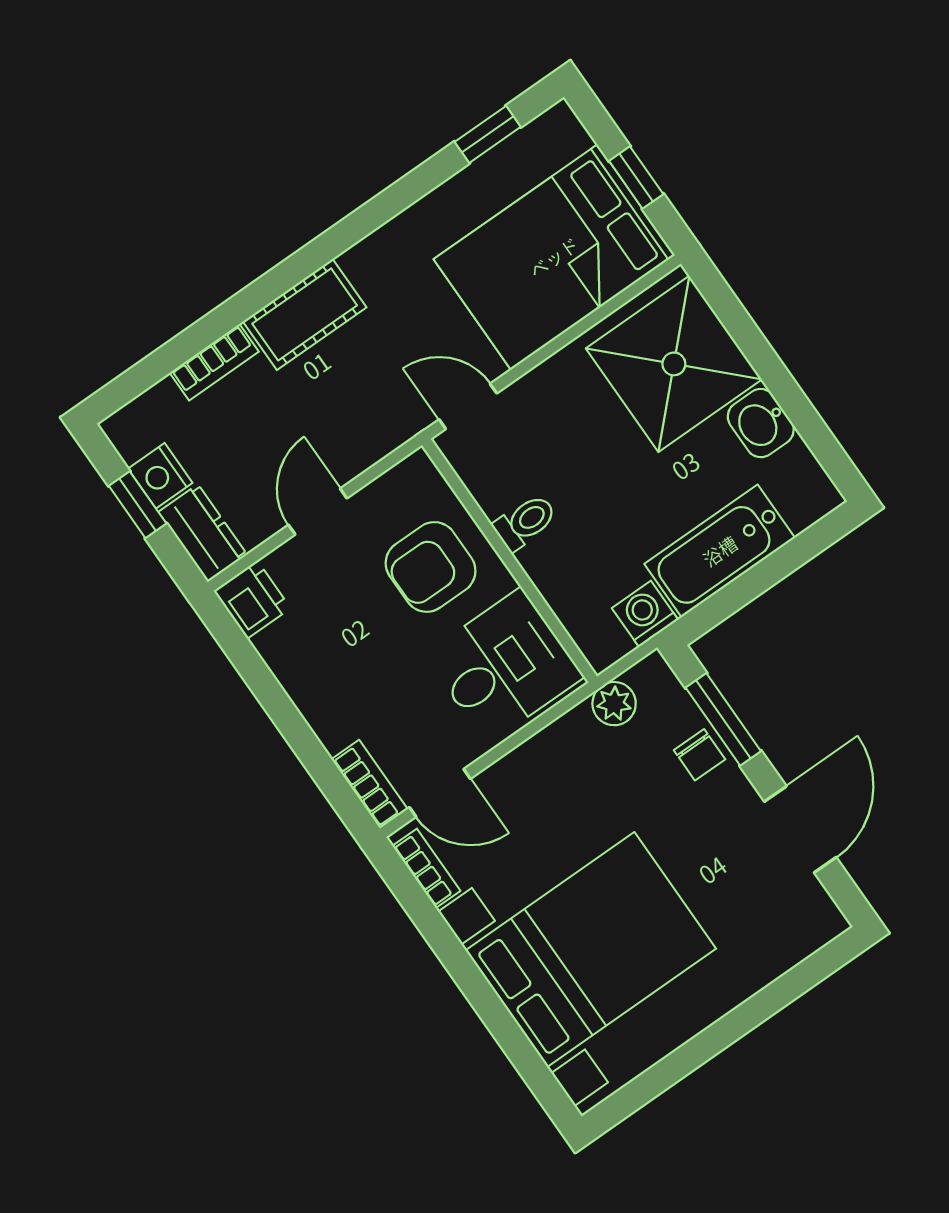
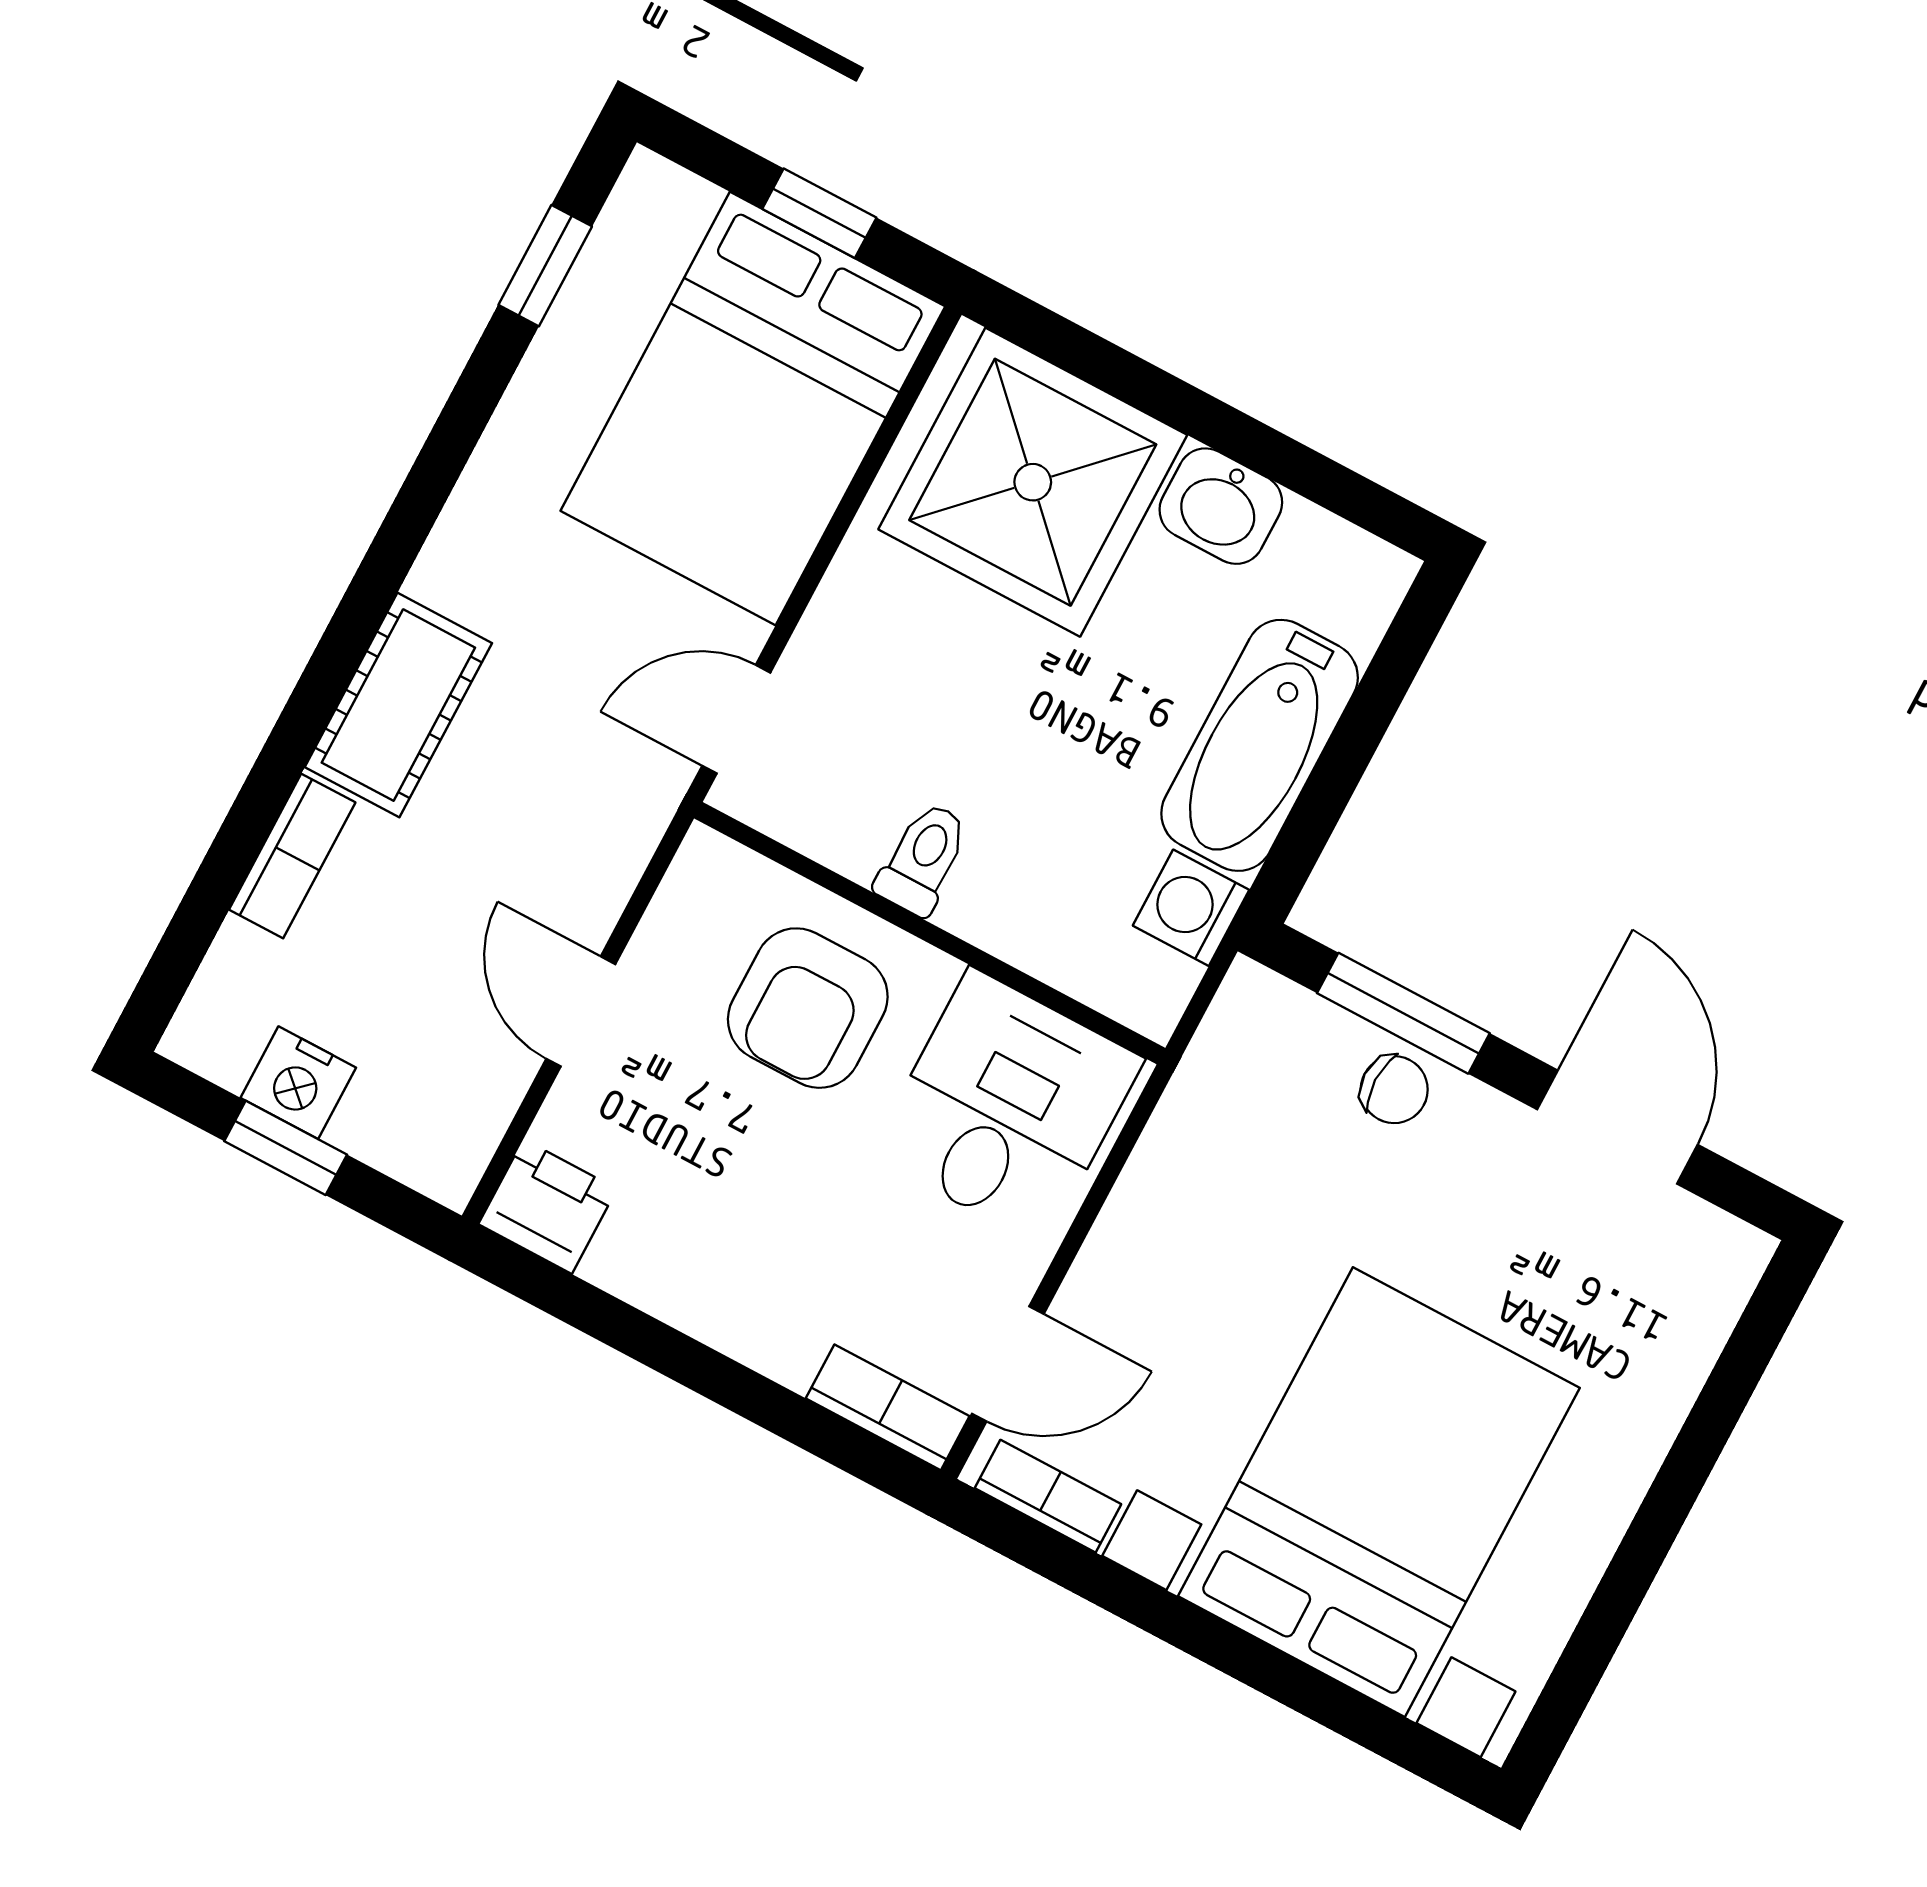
dresser: (203, 533) -> (414, 1141), removed
plant: (614, 704) -> (1215, 1077), removed

